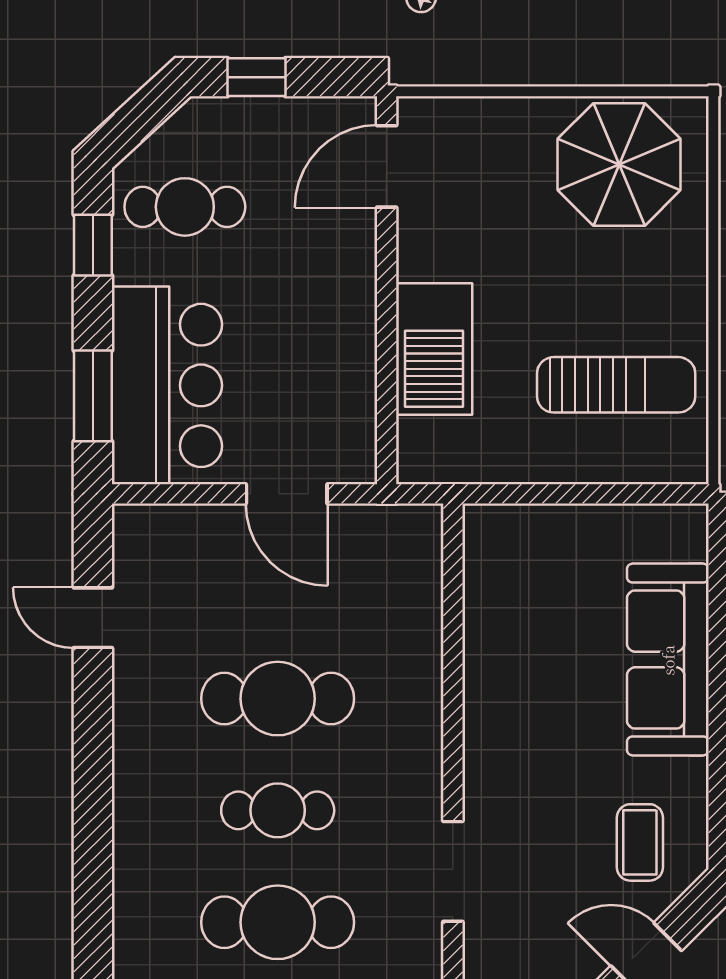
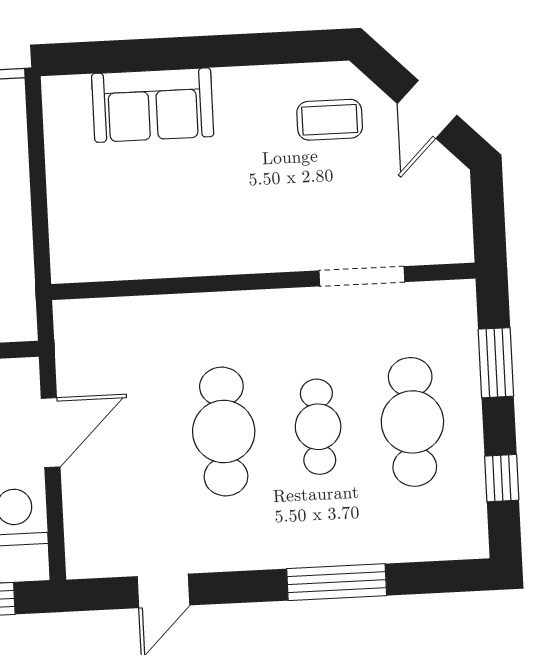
sofa: (668, 660) -> (153, 105), width x0.73
window: (93, 823) -> (337, 582), added

